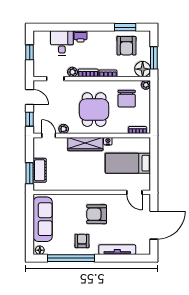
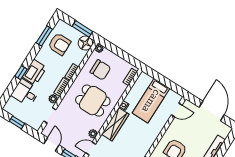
window: (78, 27) -> (21, 73), added
printer: (81, 36) -> (34, 72), width x1.87, depth x1.48
door: (30, 97) -> (51, 144), hinge flipped

